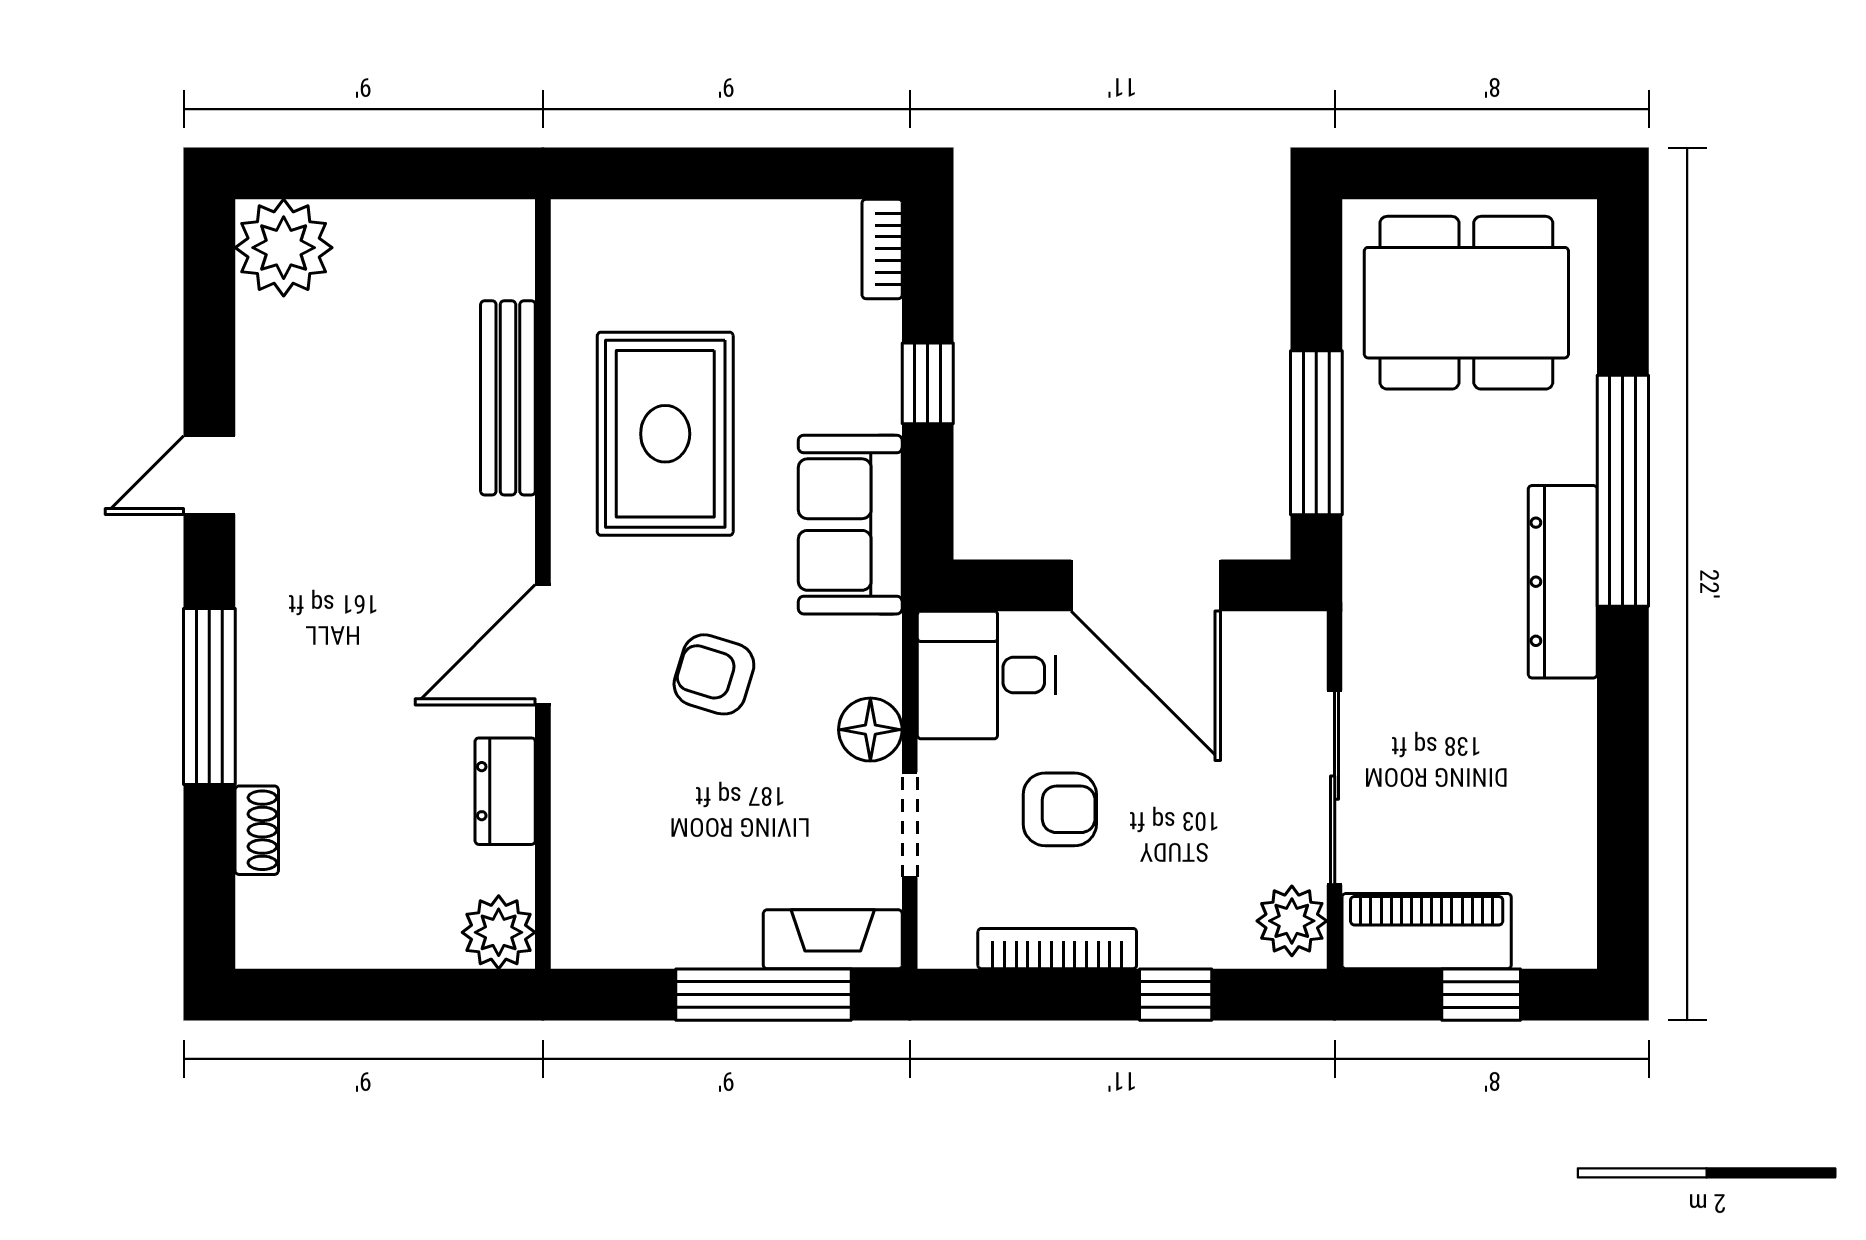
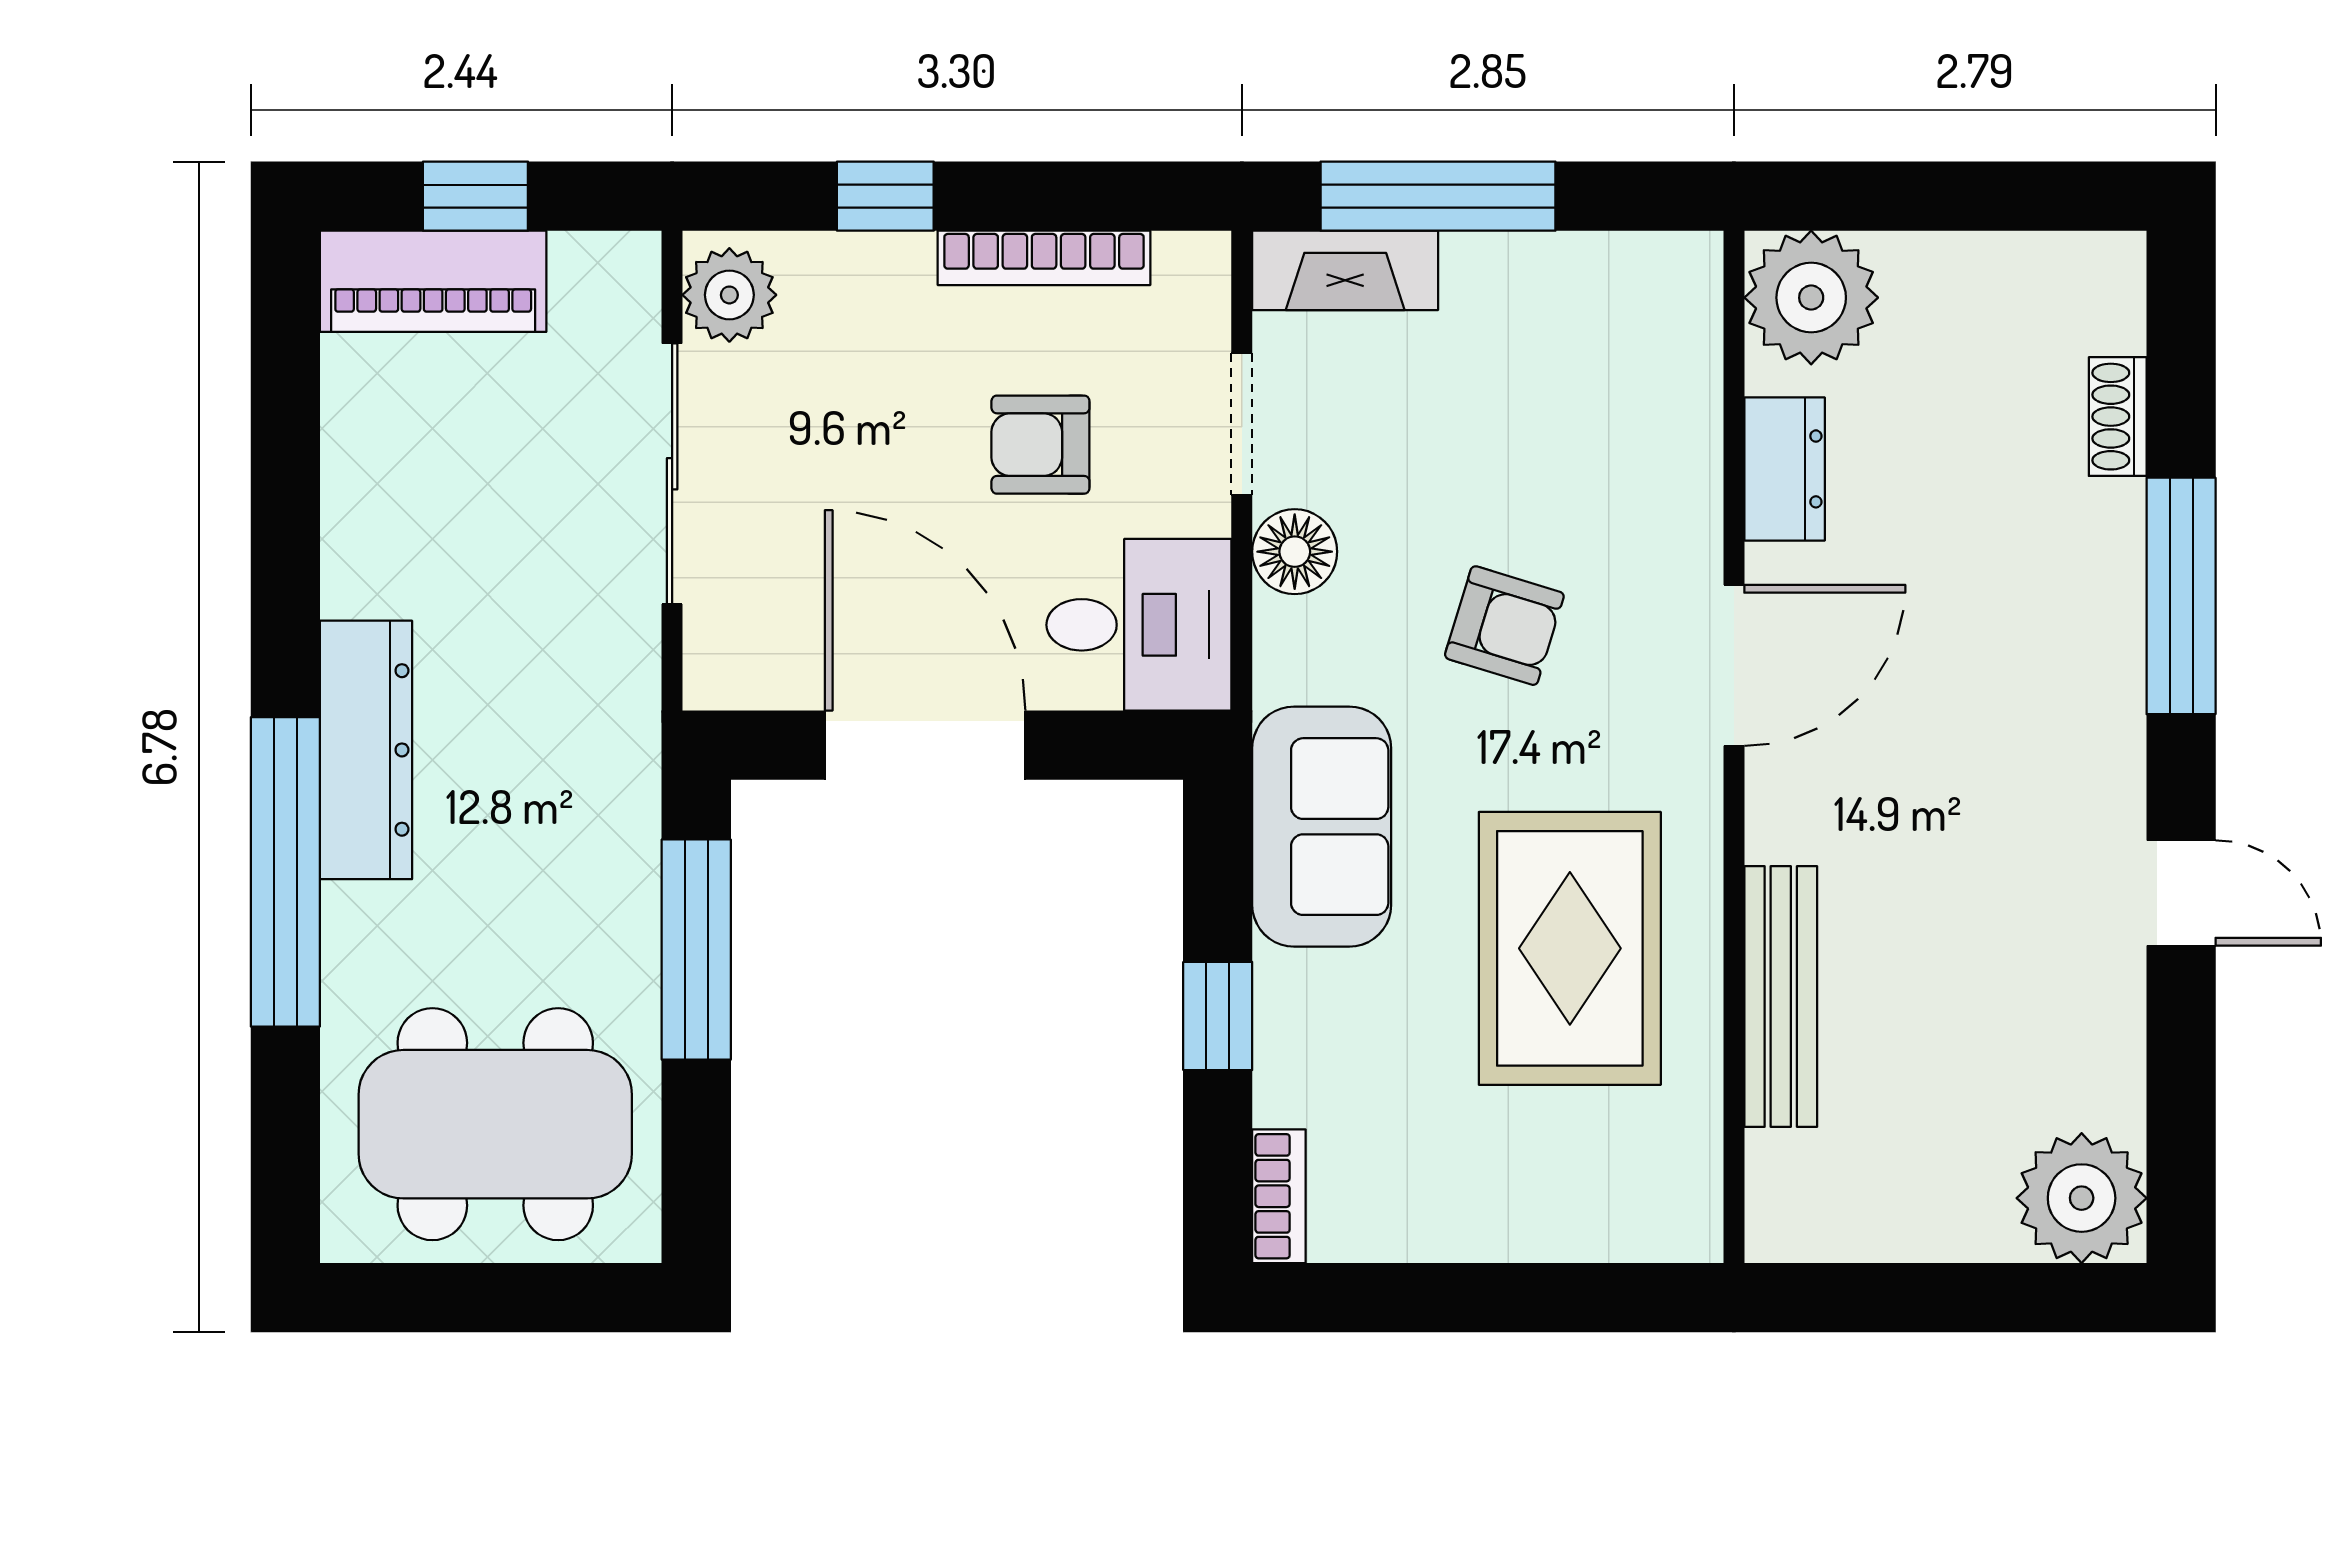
door: (209, 475) -> (2181, 893), hinge flipped
piano: (1427, 931) -> (433, 281), moved
plant: (499, 932) -> (1811, 298), width x1.36, depth x1.36

